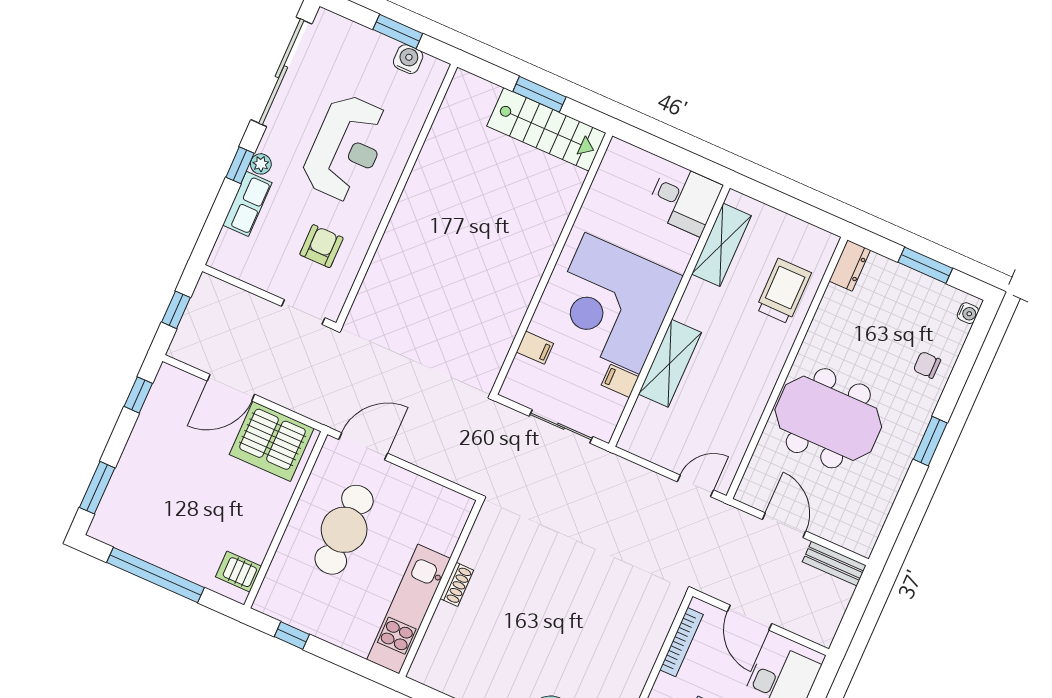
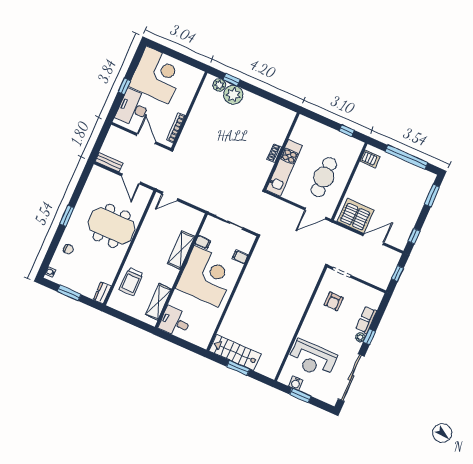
reception desk: (346, 148) -> (312, 359), moved, turned -90
kitchen unit: (409, 609) -> (284, 168), moved

